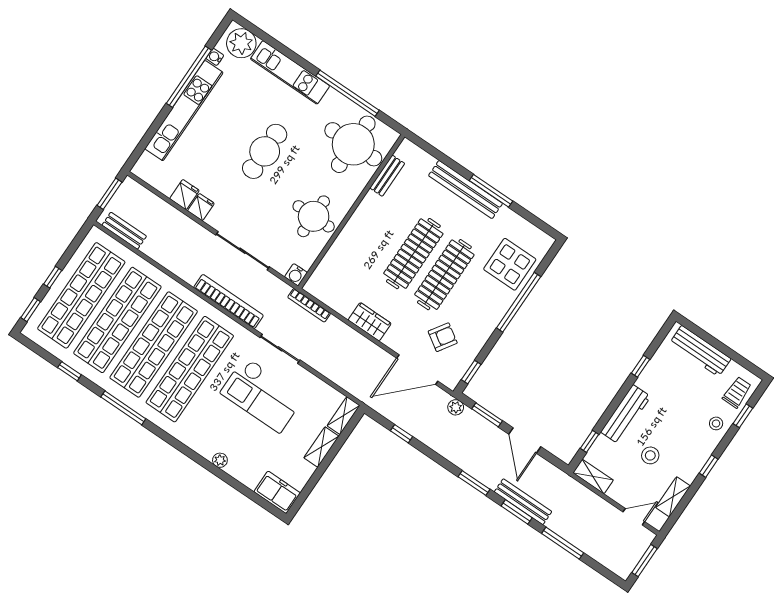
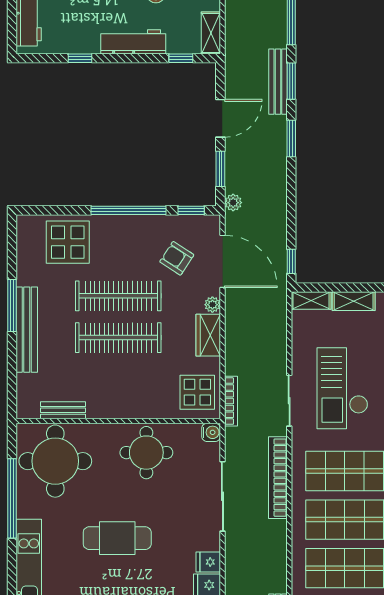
display table: (333, 285) -> (197, 392), added
window: (519, 302) -> (128, 210), moved
plant: (390, 340) -> (212, 305), added
checkout: (262, 395) -> (342, 388), turned 180
window: (402, 434) -> (291, 261), moved

